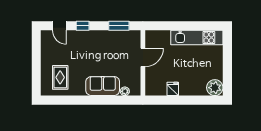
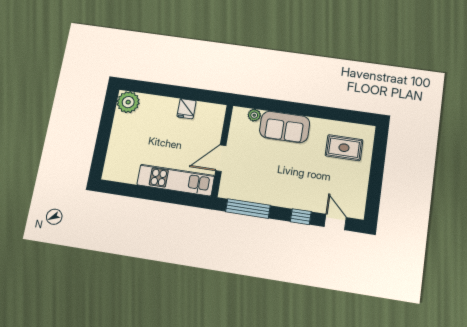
window: (119, 26) -> (248, 209), width x1.44
kitchen unit: (197, 38) -> (176, 180), moved
rug: (60, 77) -> (344, 148), turned 90

